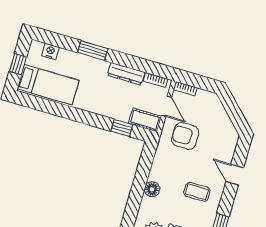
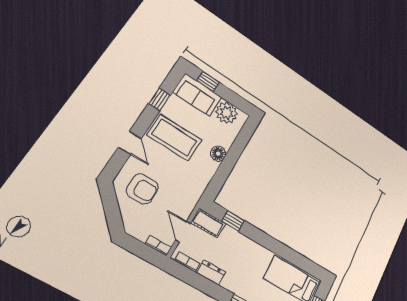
dresser: (126, 74) -> (211, 272), width x0.70
armchair: (185, 136) -> (142, 189), moved
coffee table: (197, 192) -> (174, 138), width x1.86, depth x1.72

